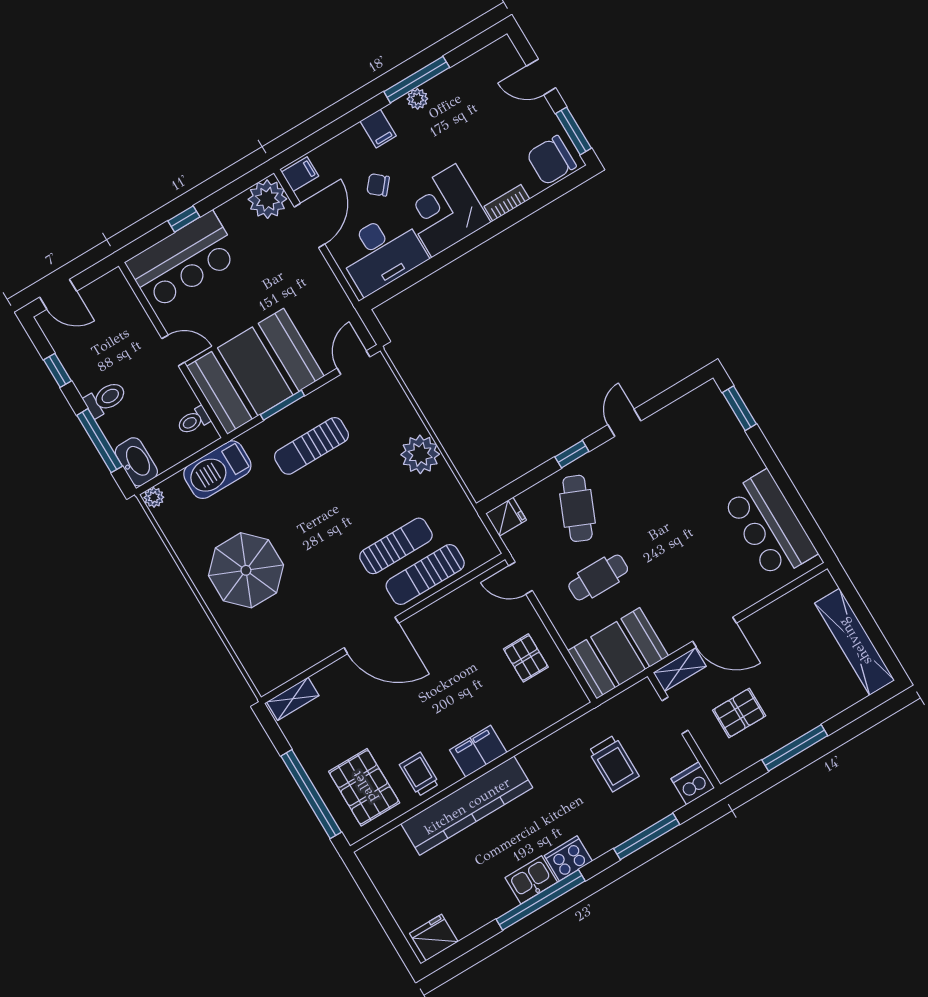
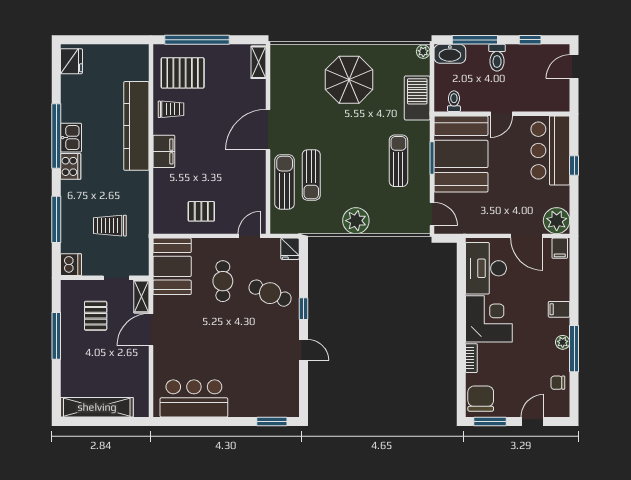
chair: (378, 185) -> (558, 383), moved, turned -130

